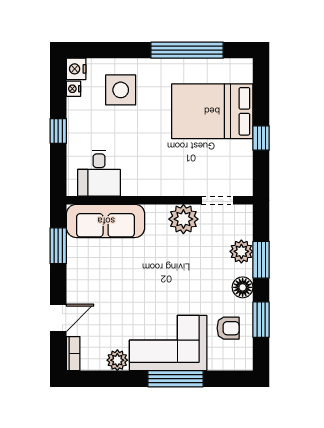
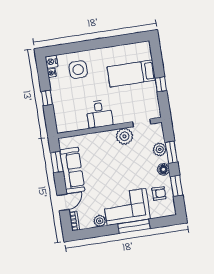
window: (187, 50) -> (112, 42), removed
bed: (212, 111) -> (131, 74), width x0.67
desk: (99, 173) -> (99, 114), moved
sofa: (106, 221) -> (72, 170), moved, turned -90

